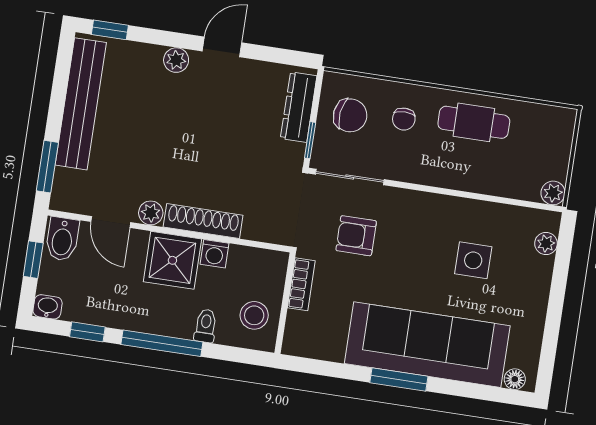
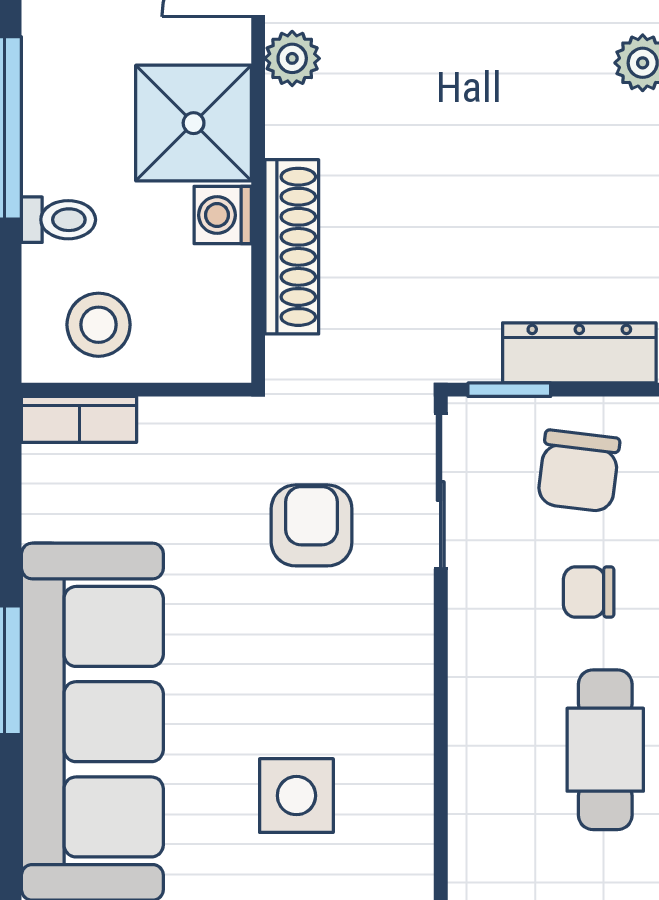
shoe rack: (203, 221) -> (292, 247), moved
bookcase: (301, 284) -> (79, 419), moved

